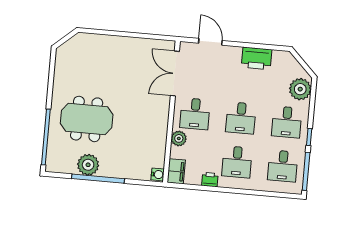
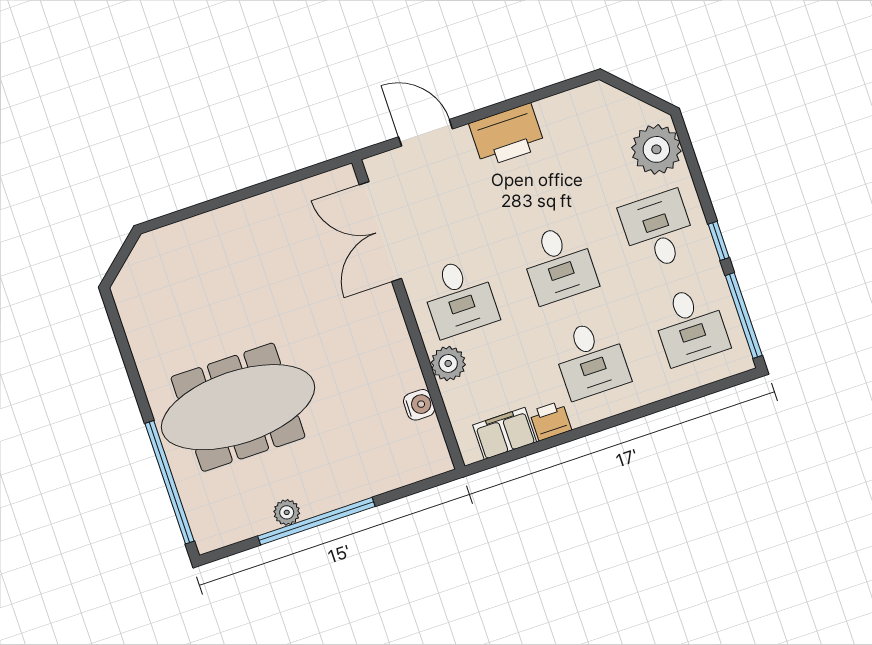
printer: (257, 58) -> (507, 135), moved
meeting table: (87, 119) -> (238, 407), width x1.36
desk: (287, 122) -> (658, 230), turned 180
plant: (88, 165) -> (287, 512), width x0.53, depth x0.53
filing cabinet: (176, 171) -> (505, 433), moved, turned -90
water cooler: (158, 174) -> (419, 405), moved

